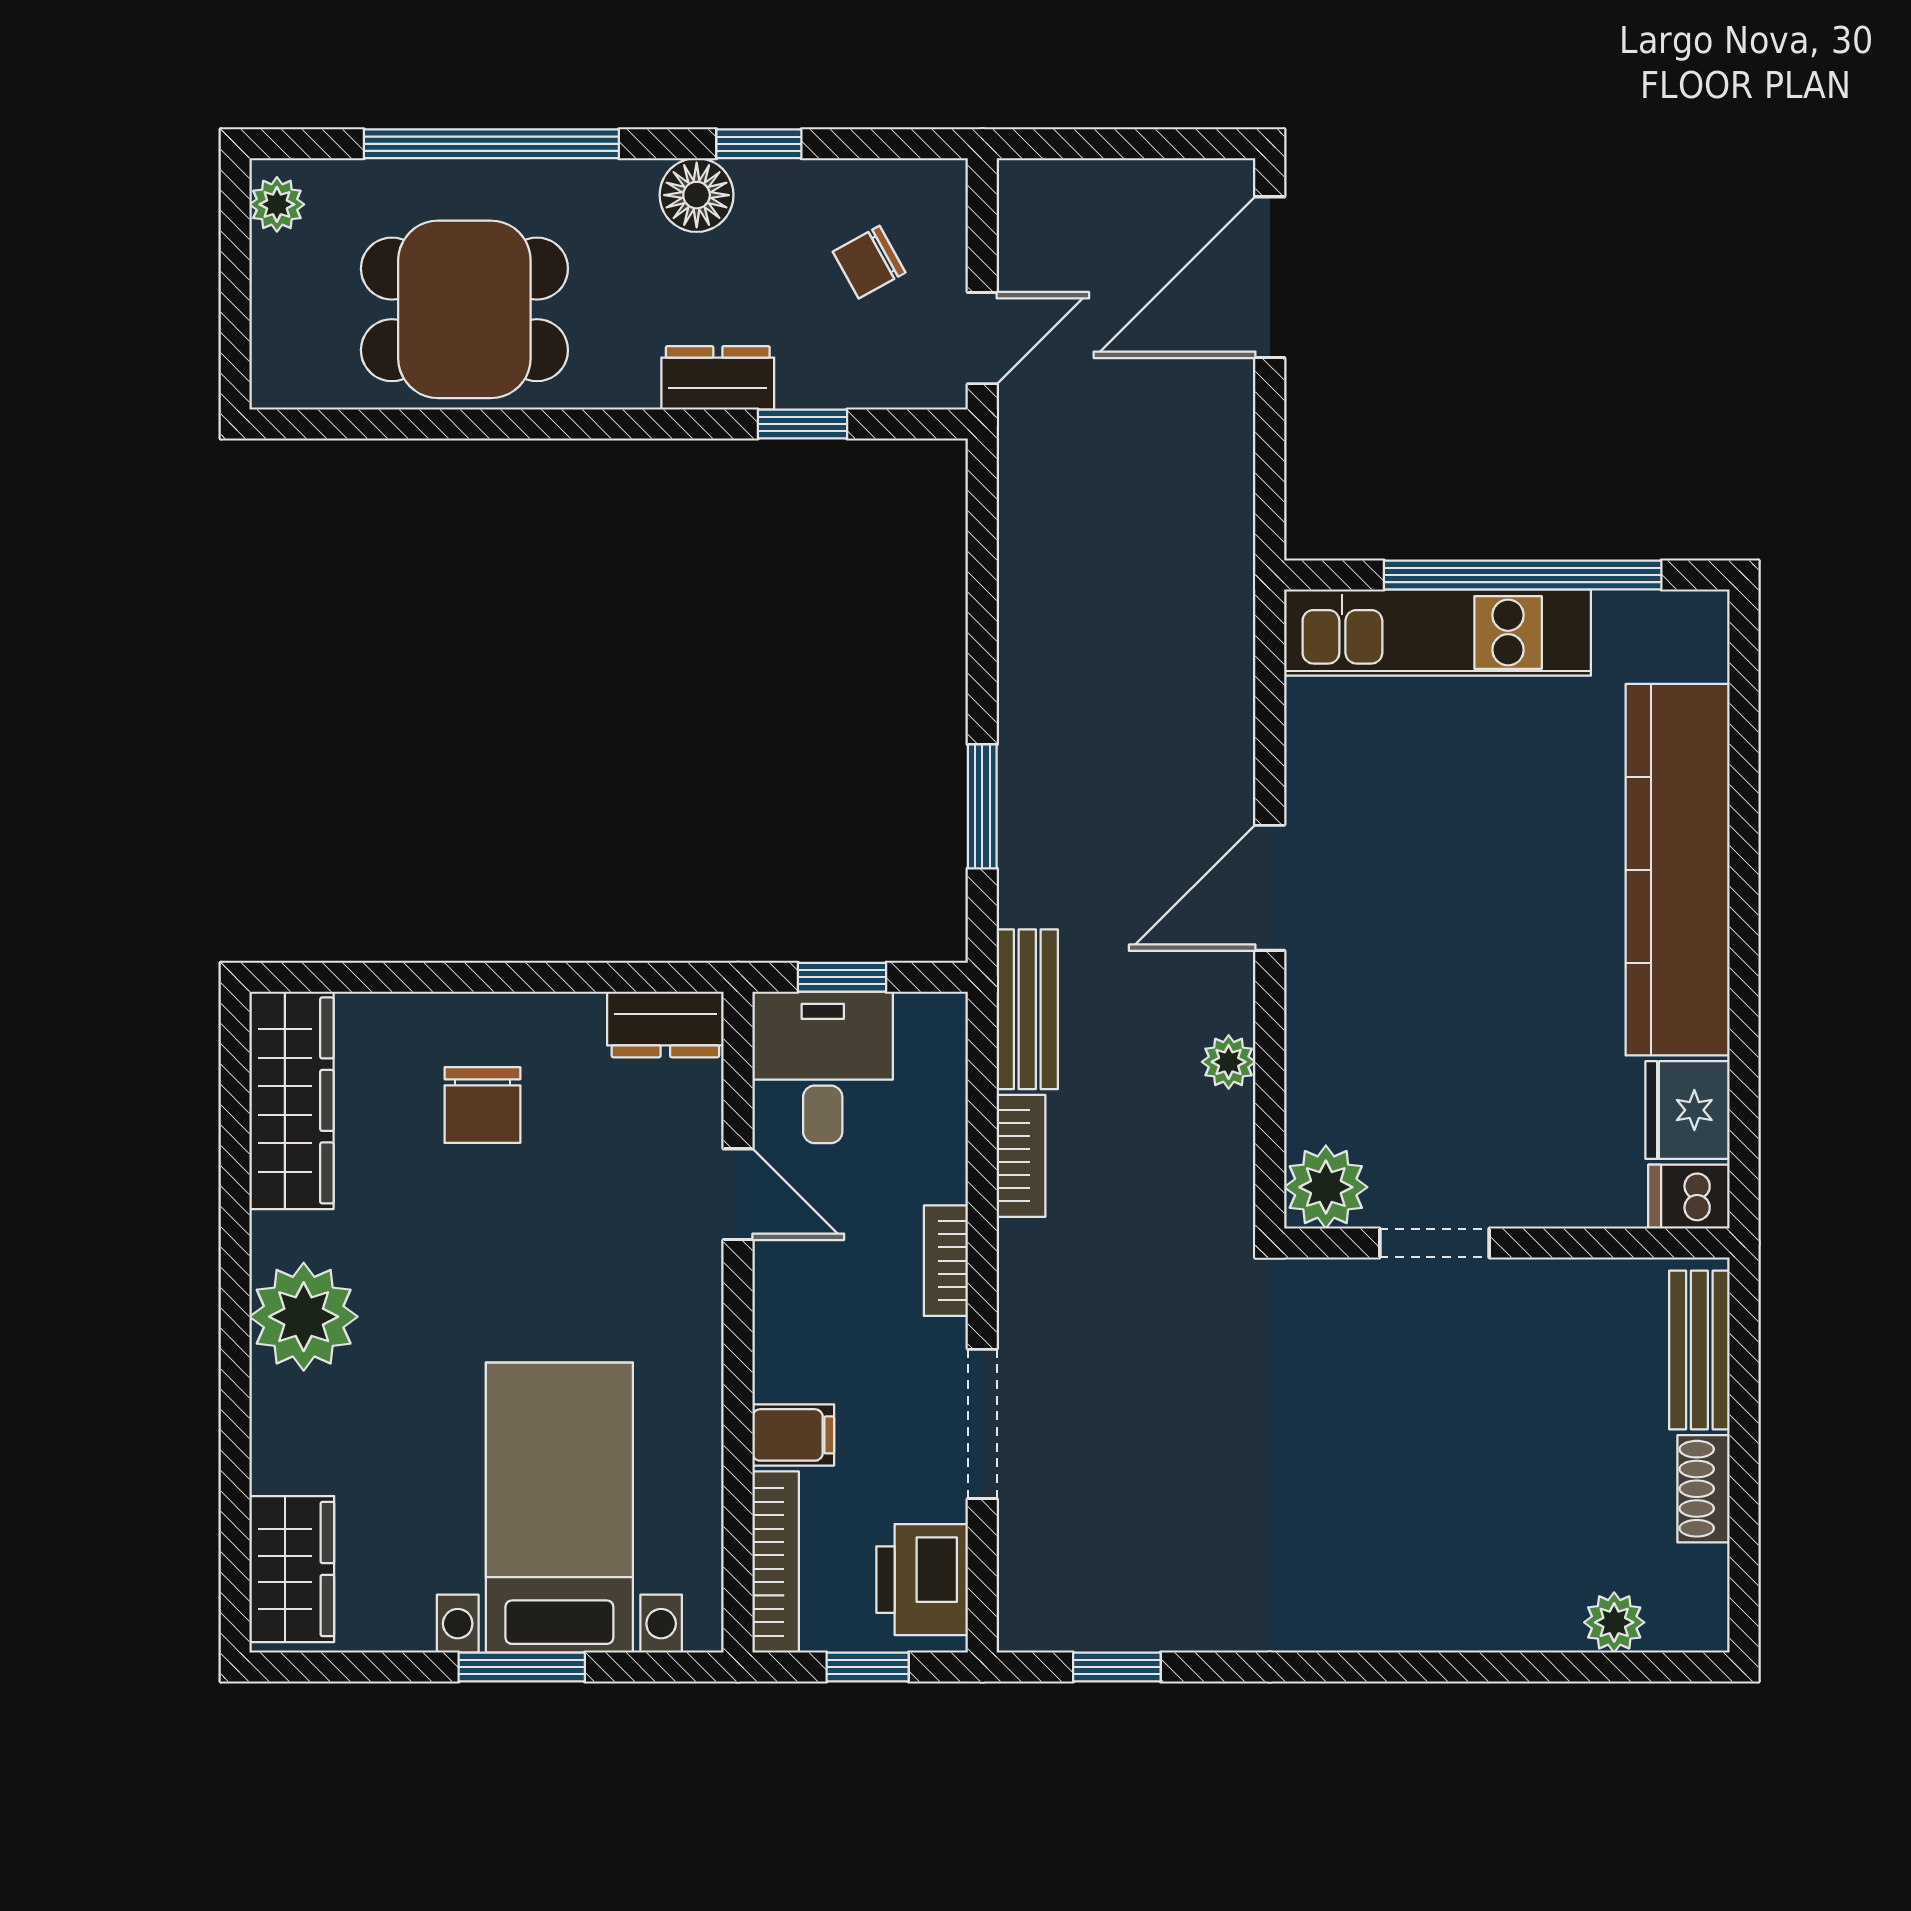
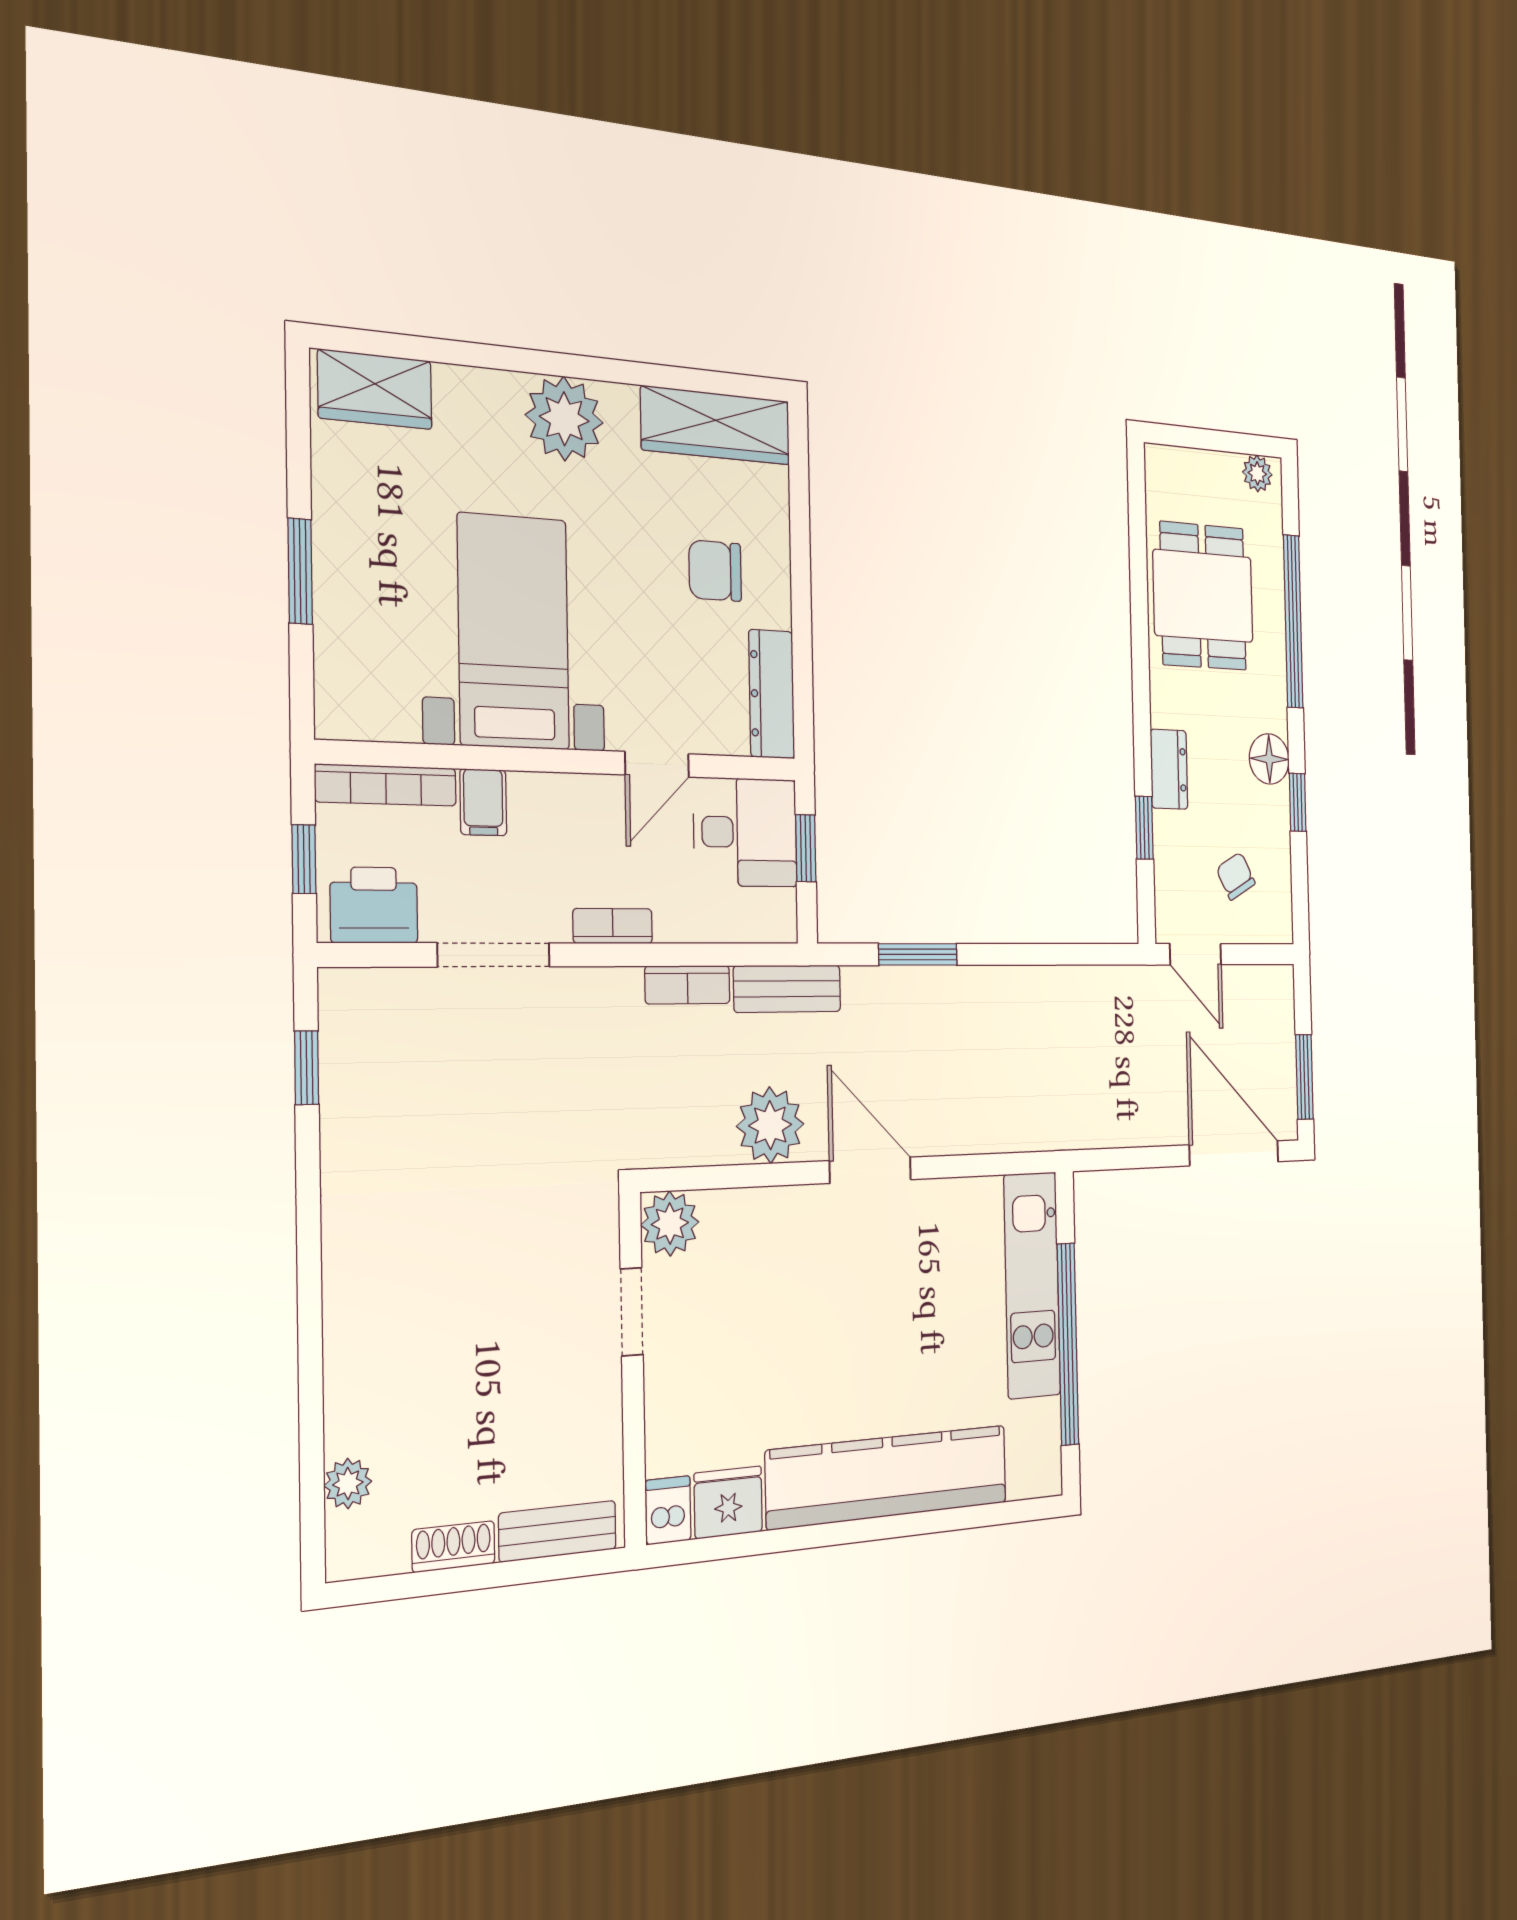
window: (1163, 144) -> (1304, 1077), added
dresser: (665, 1024) -> (772, 694), width x1.44
plant: (1229, 1062) -> (770, 1125), width x1.87, depth x1.87
bed with nightstands: (559, 1508) -> (513, 632), moved, turned -90

